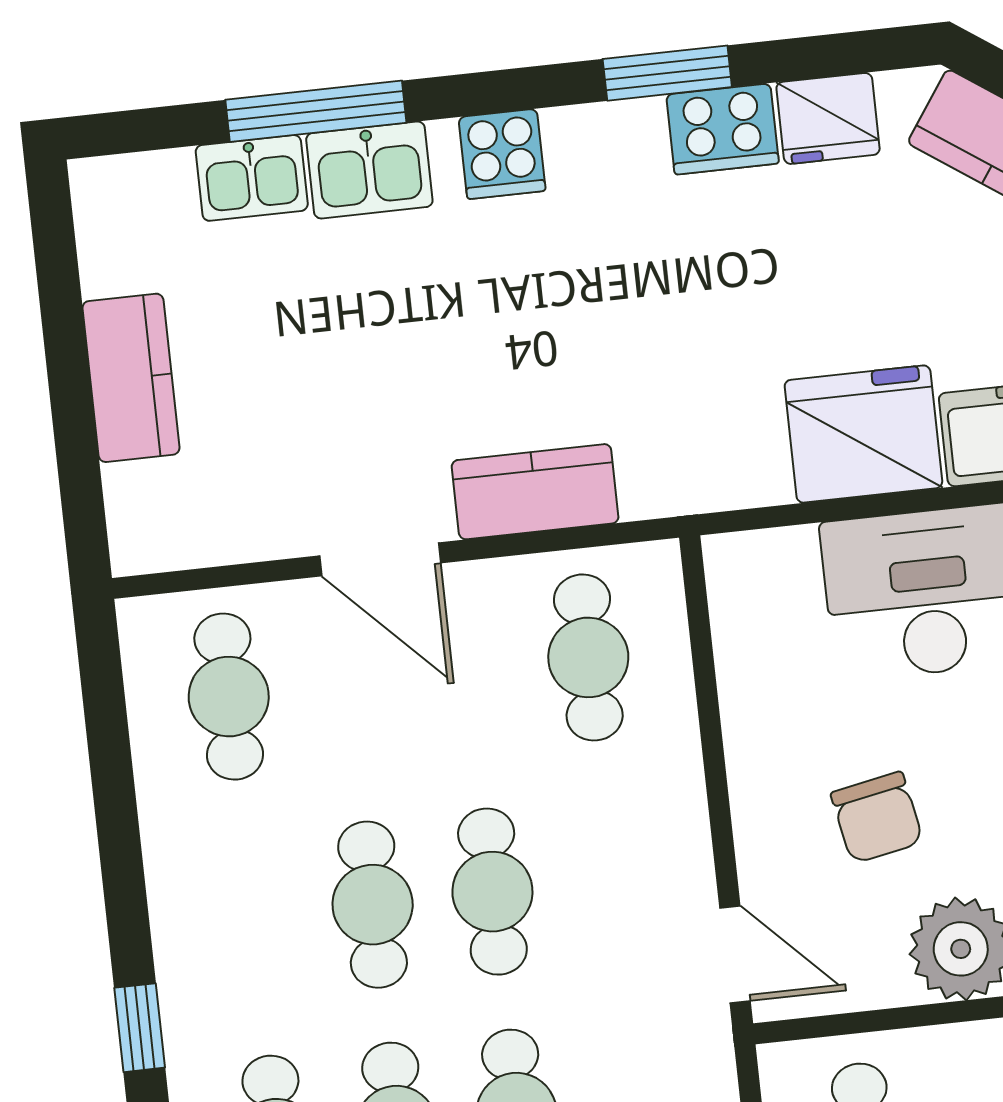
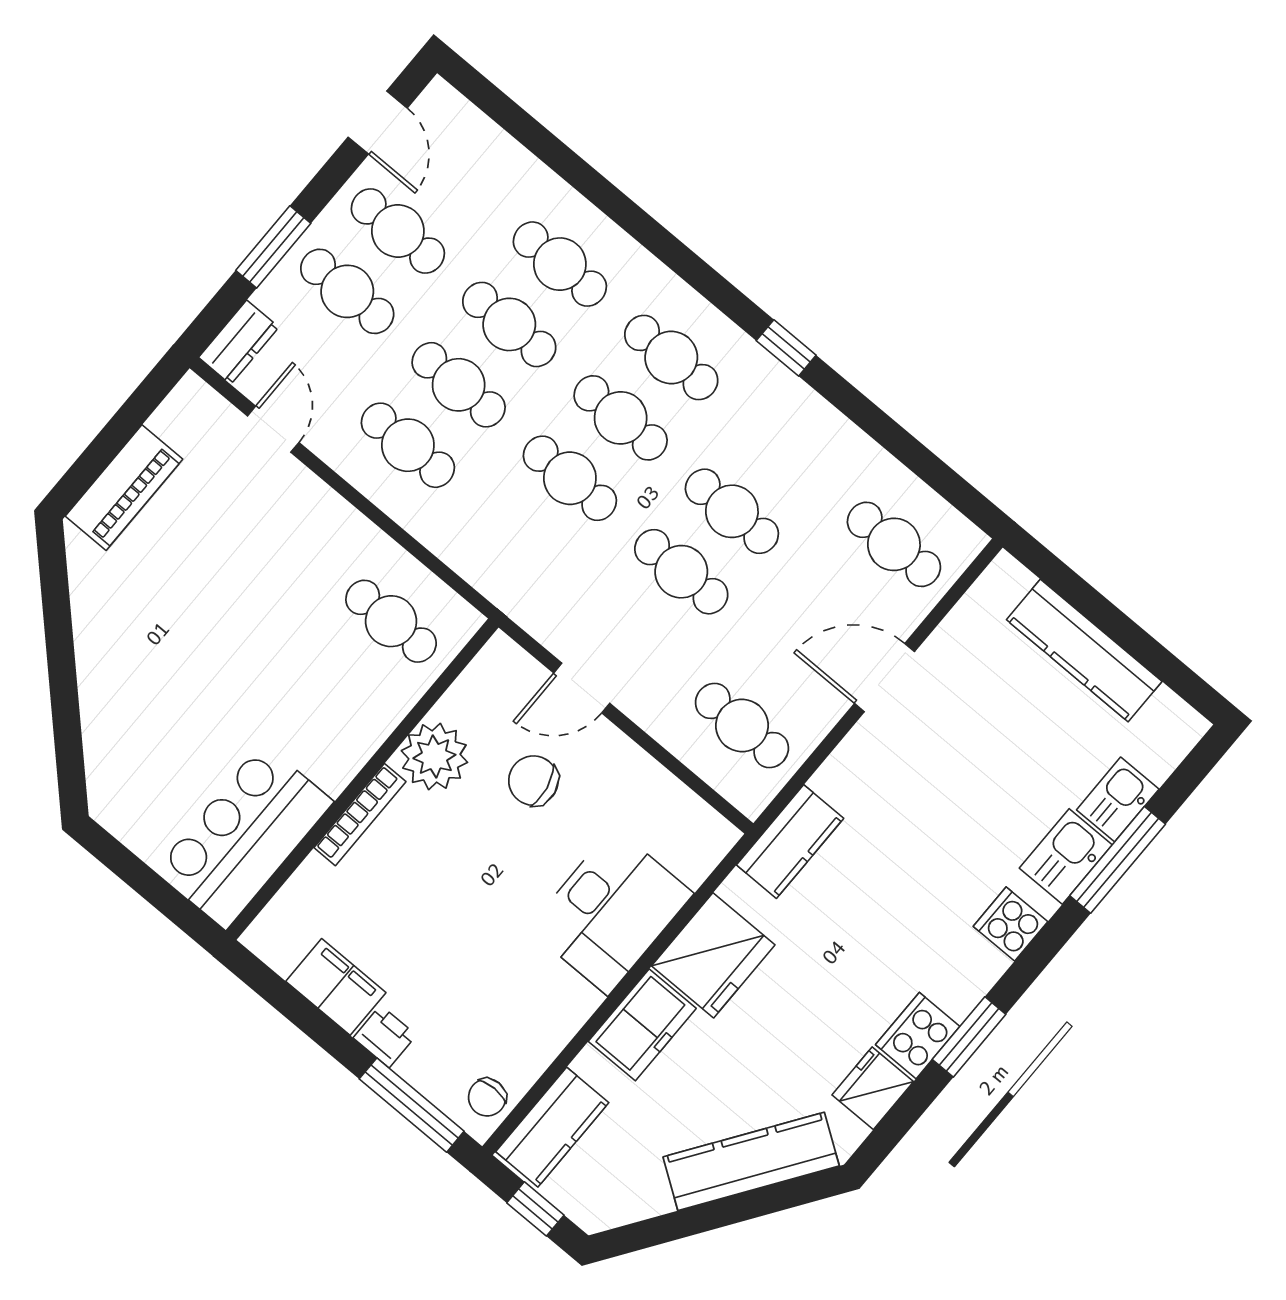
kitchen counter: (131, 378) -> (1084, 651), width x1.50
kitchen counter: (535, 492) -> (790, 842), moved
door: (735, 954) -> (582, 688), moved

